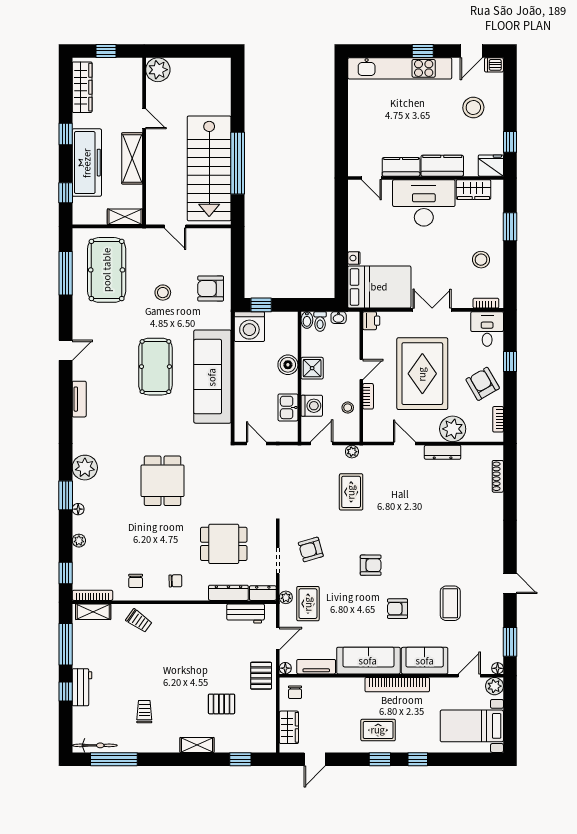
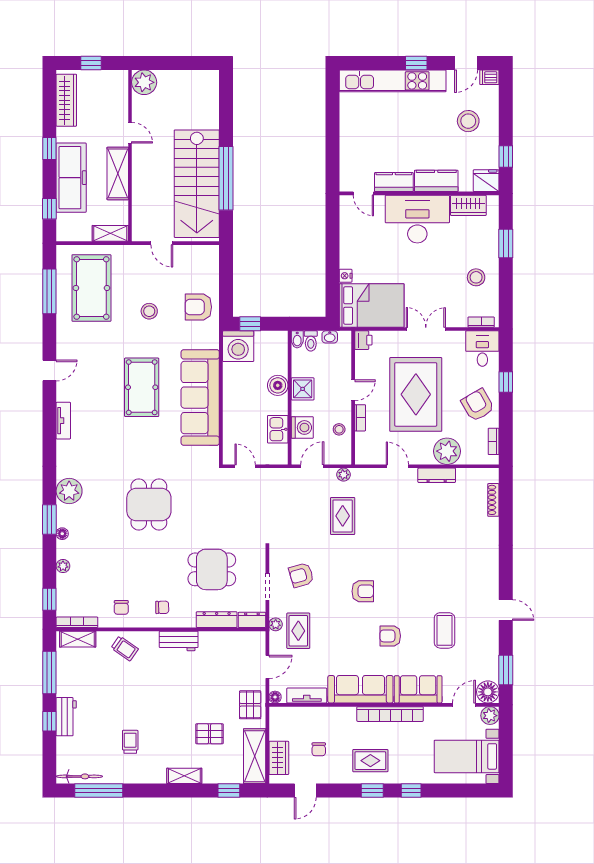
workbench: (246, 614) -> (179, 641), moved
floor lamp: (498, 668) -> (488, 692), width x1.89, depth x1.89
chair: (295, 692) -> (319, 749), moved
shelving: (265, 726) -> (255, 756), added

